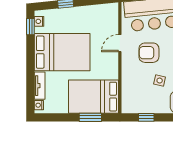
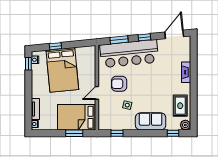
door: (120, 43) -> (97, 93), moved
bed: (62, 52) -> (62, 70), moved, turned 84

